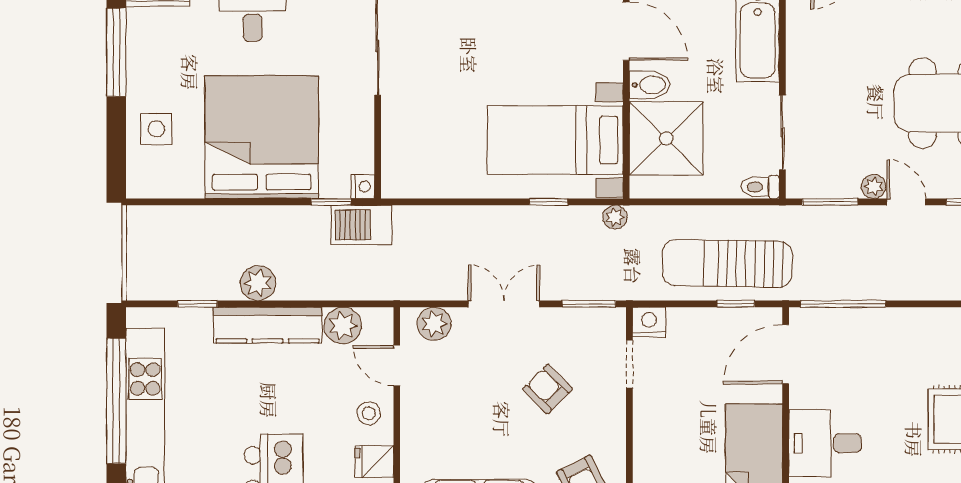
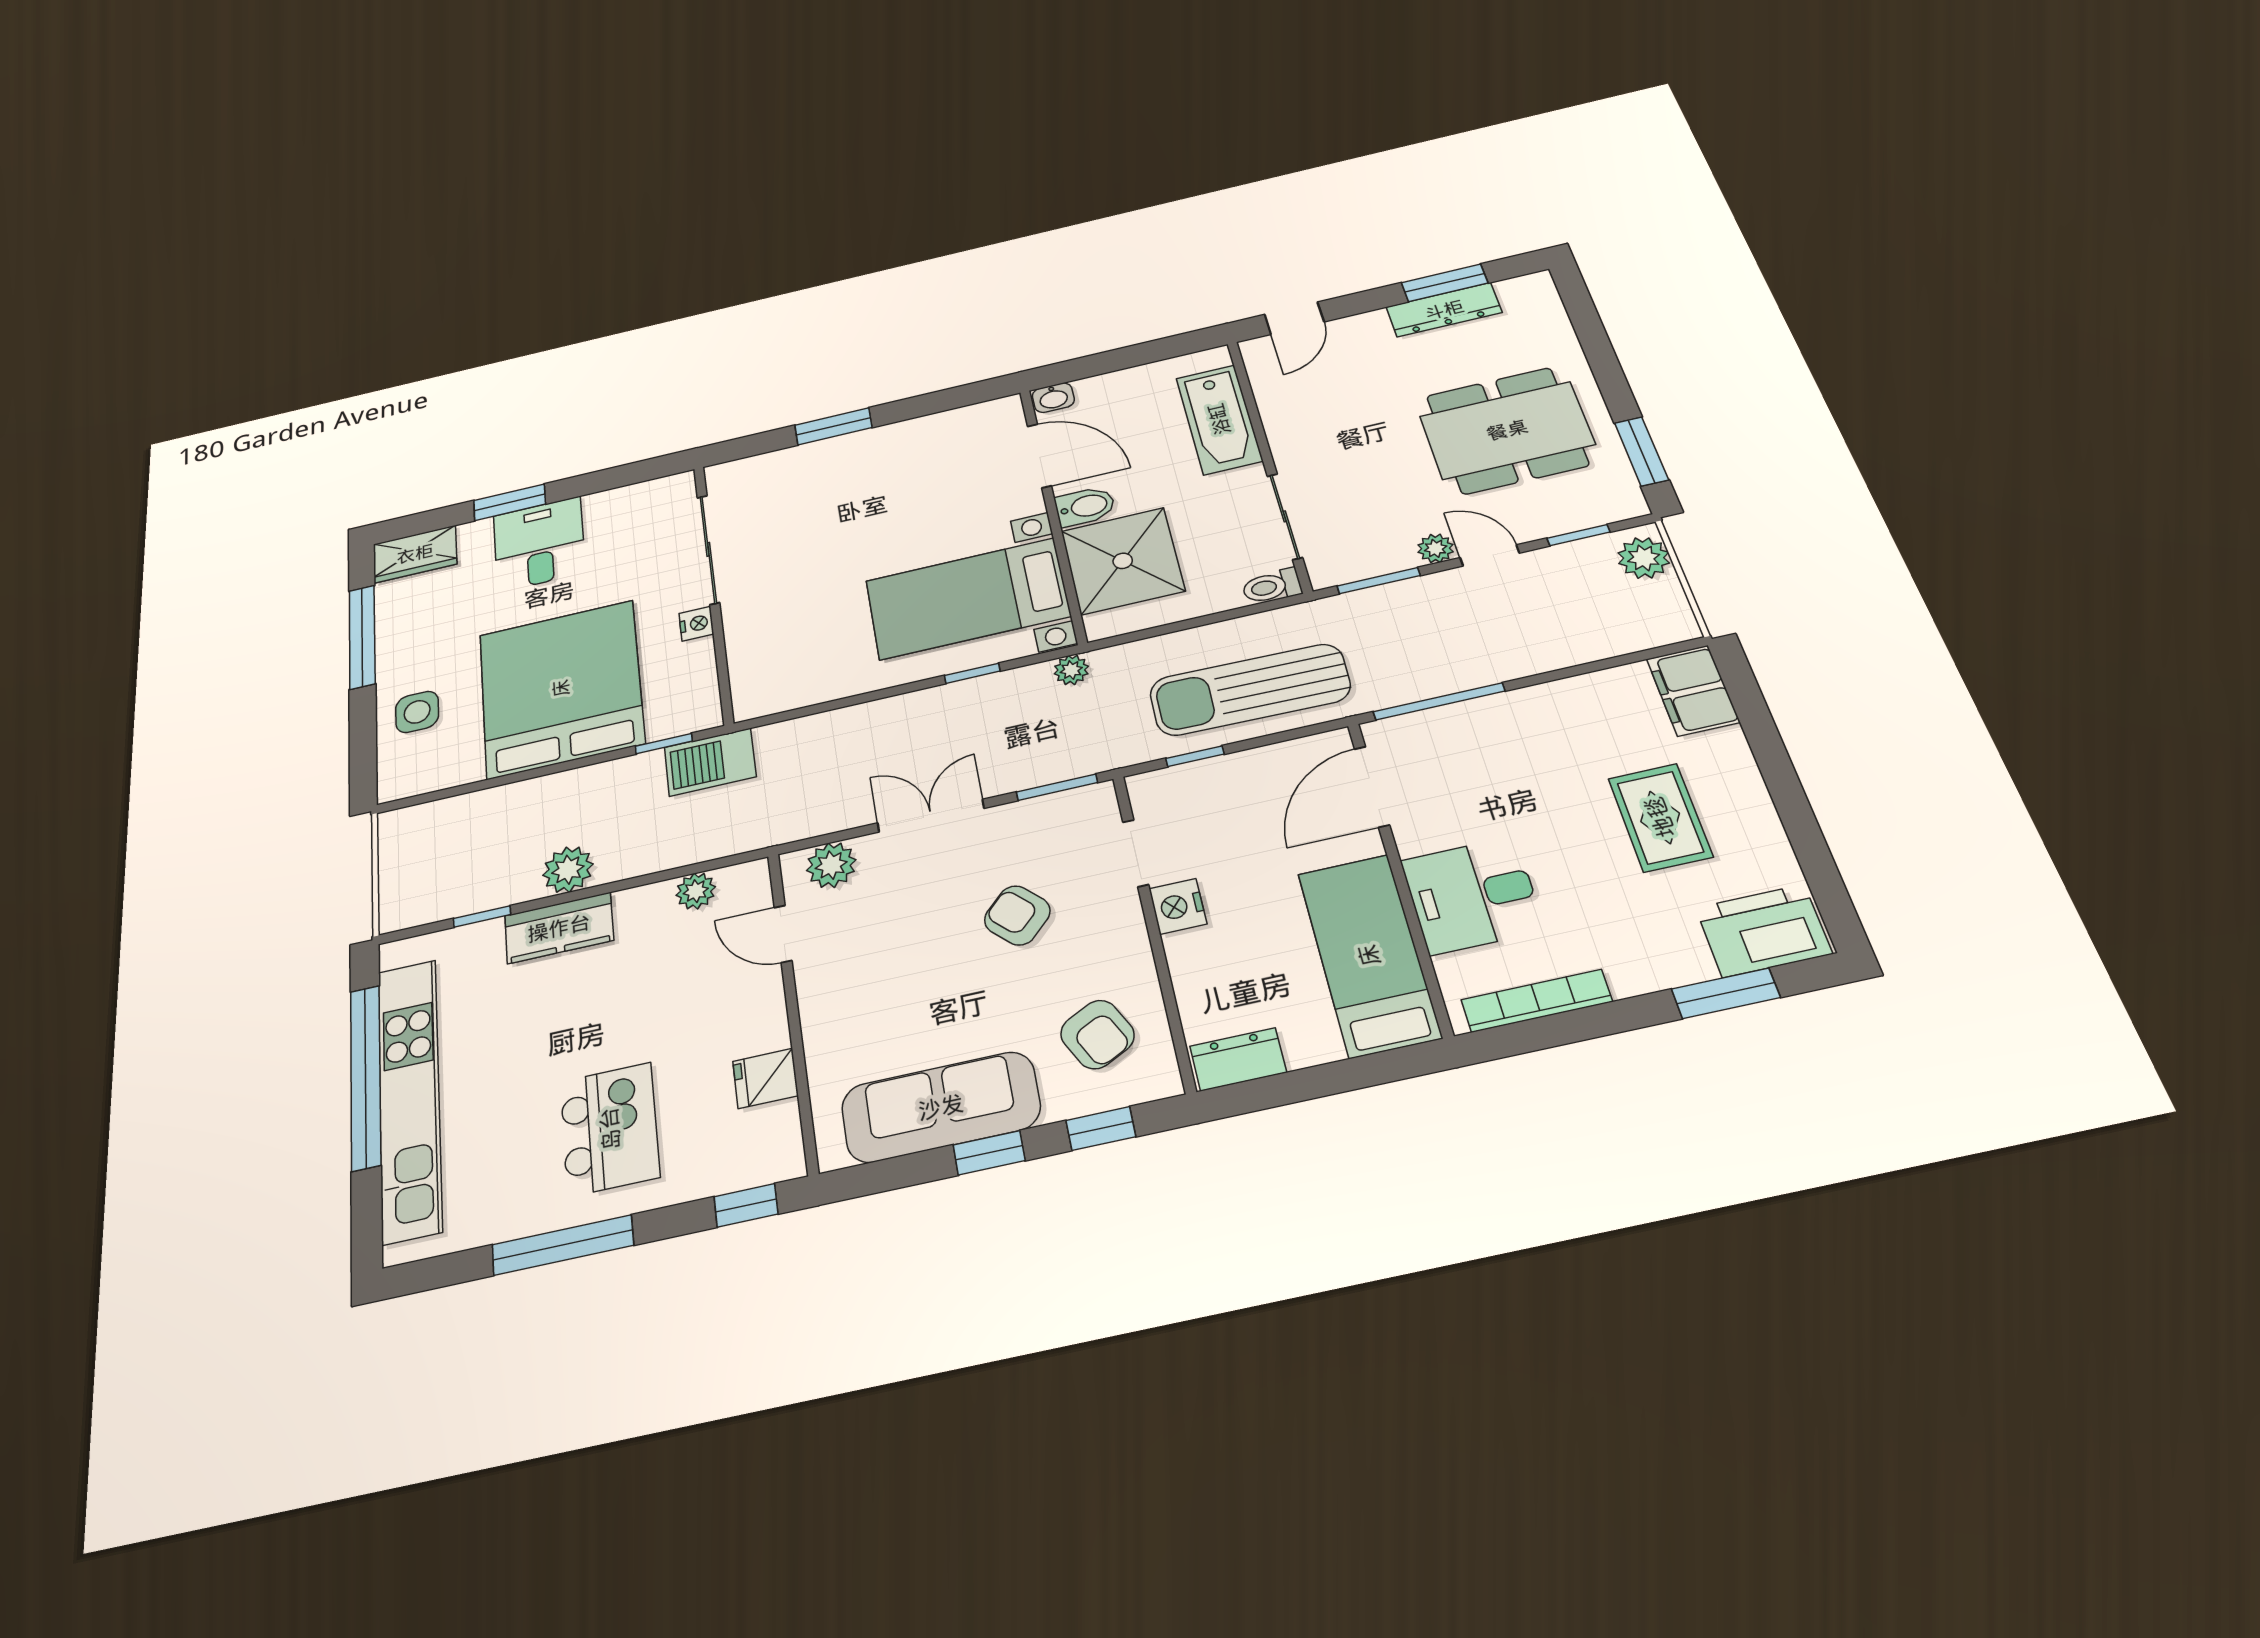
nightstand: (363, 186) -> (696, 624), moved
window: (736, 304) -> (1195, 756), moved
nightstand: (649, 322) -> (1178, 906), moved, turned -90
kitchen counter: (268, 325) -> (559, 928), width x0.67
plant: (343, 326) -> (696, 891), width x0.73, depth x0.73
stool: (369, 413) -> (749, 1010), removed

